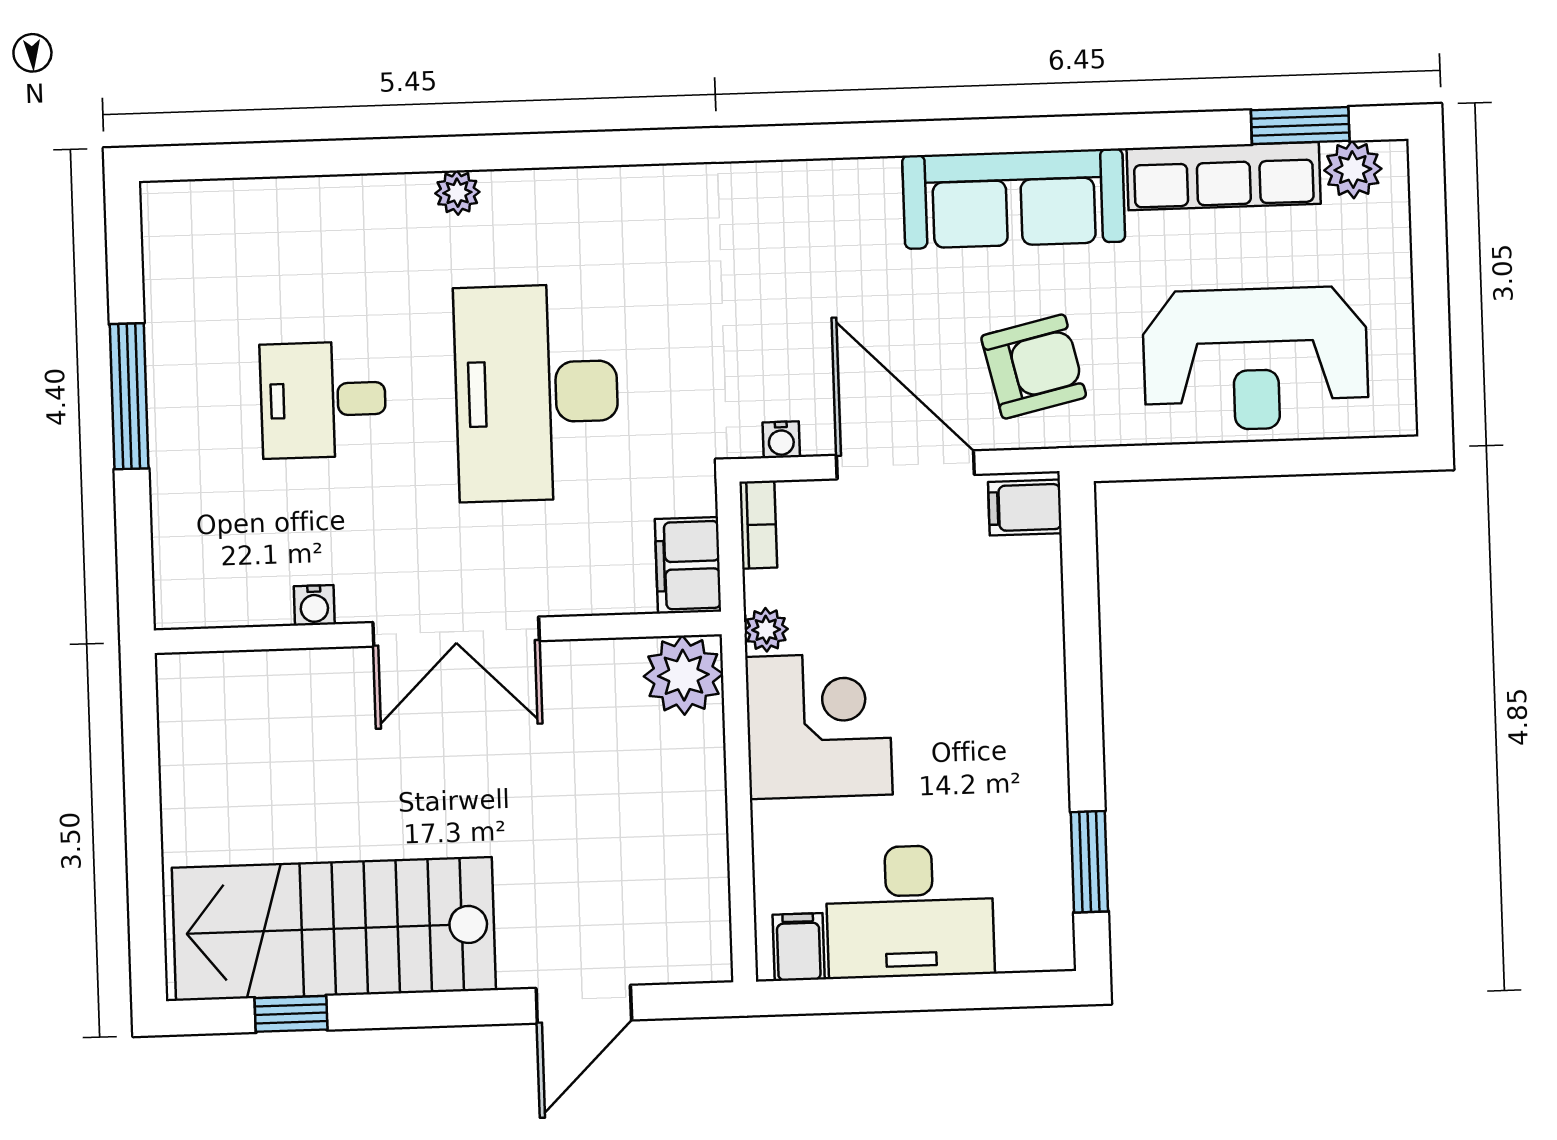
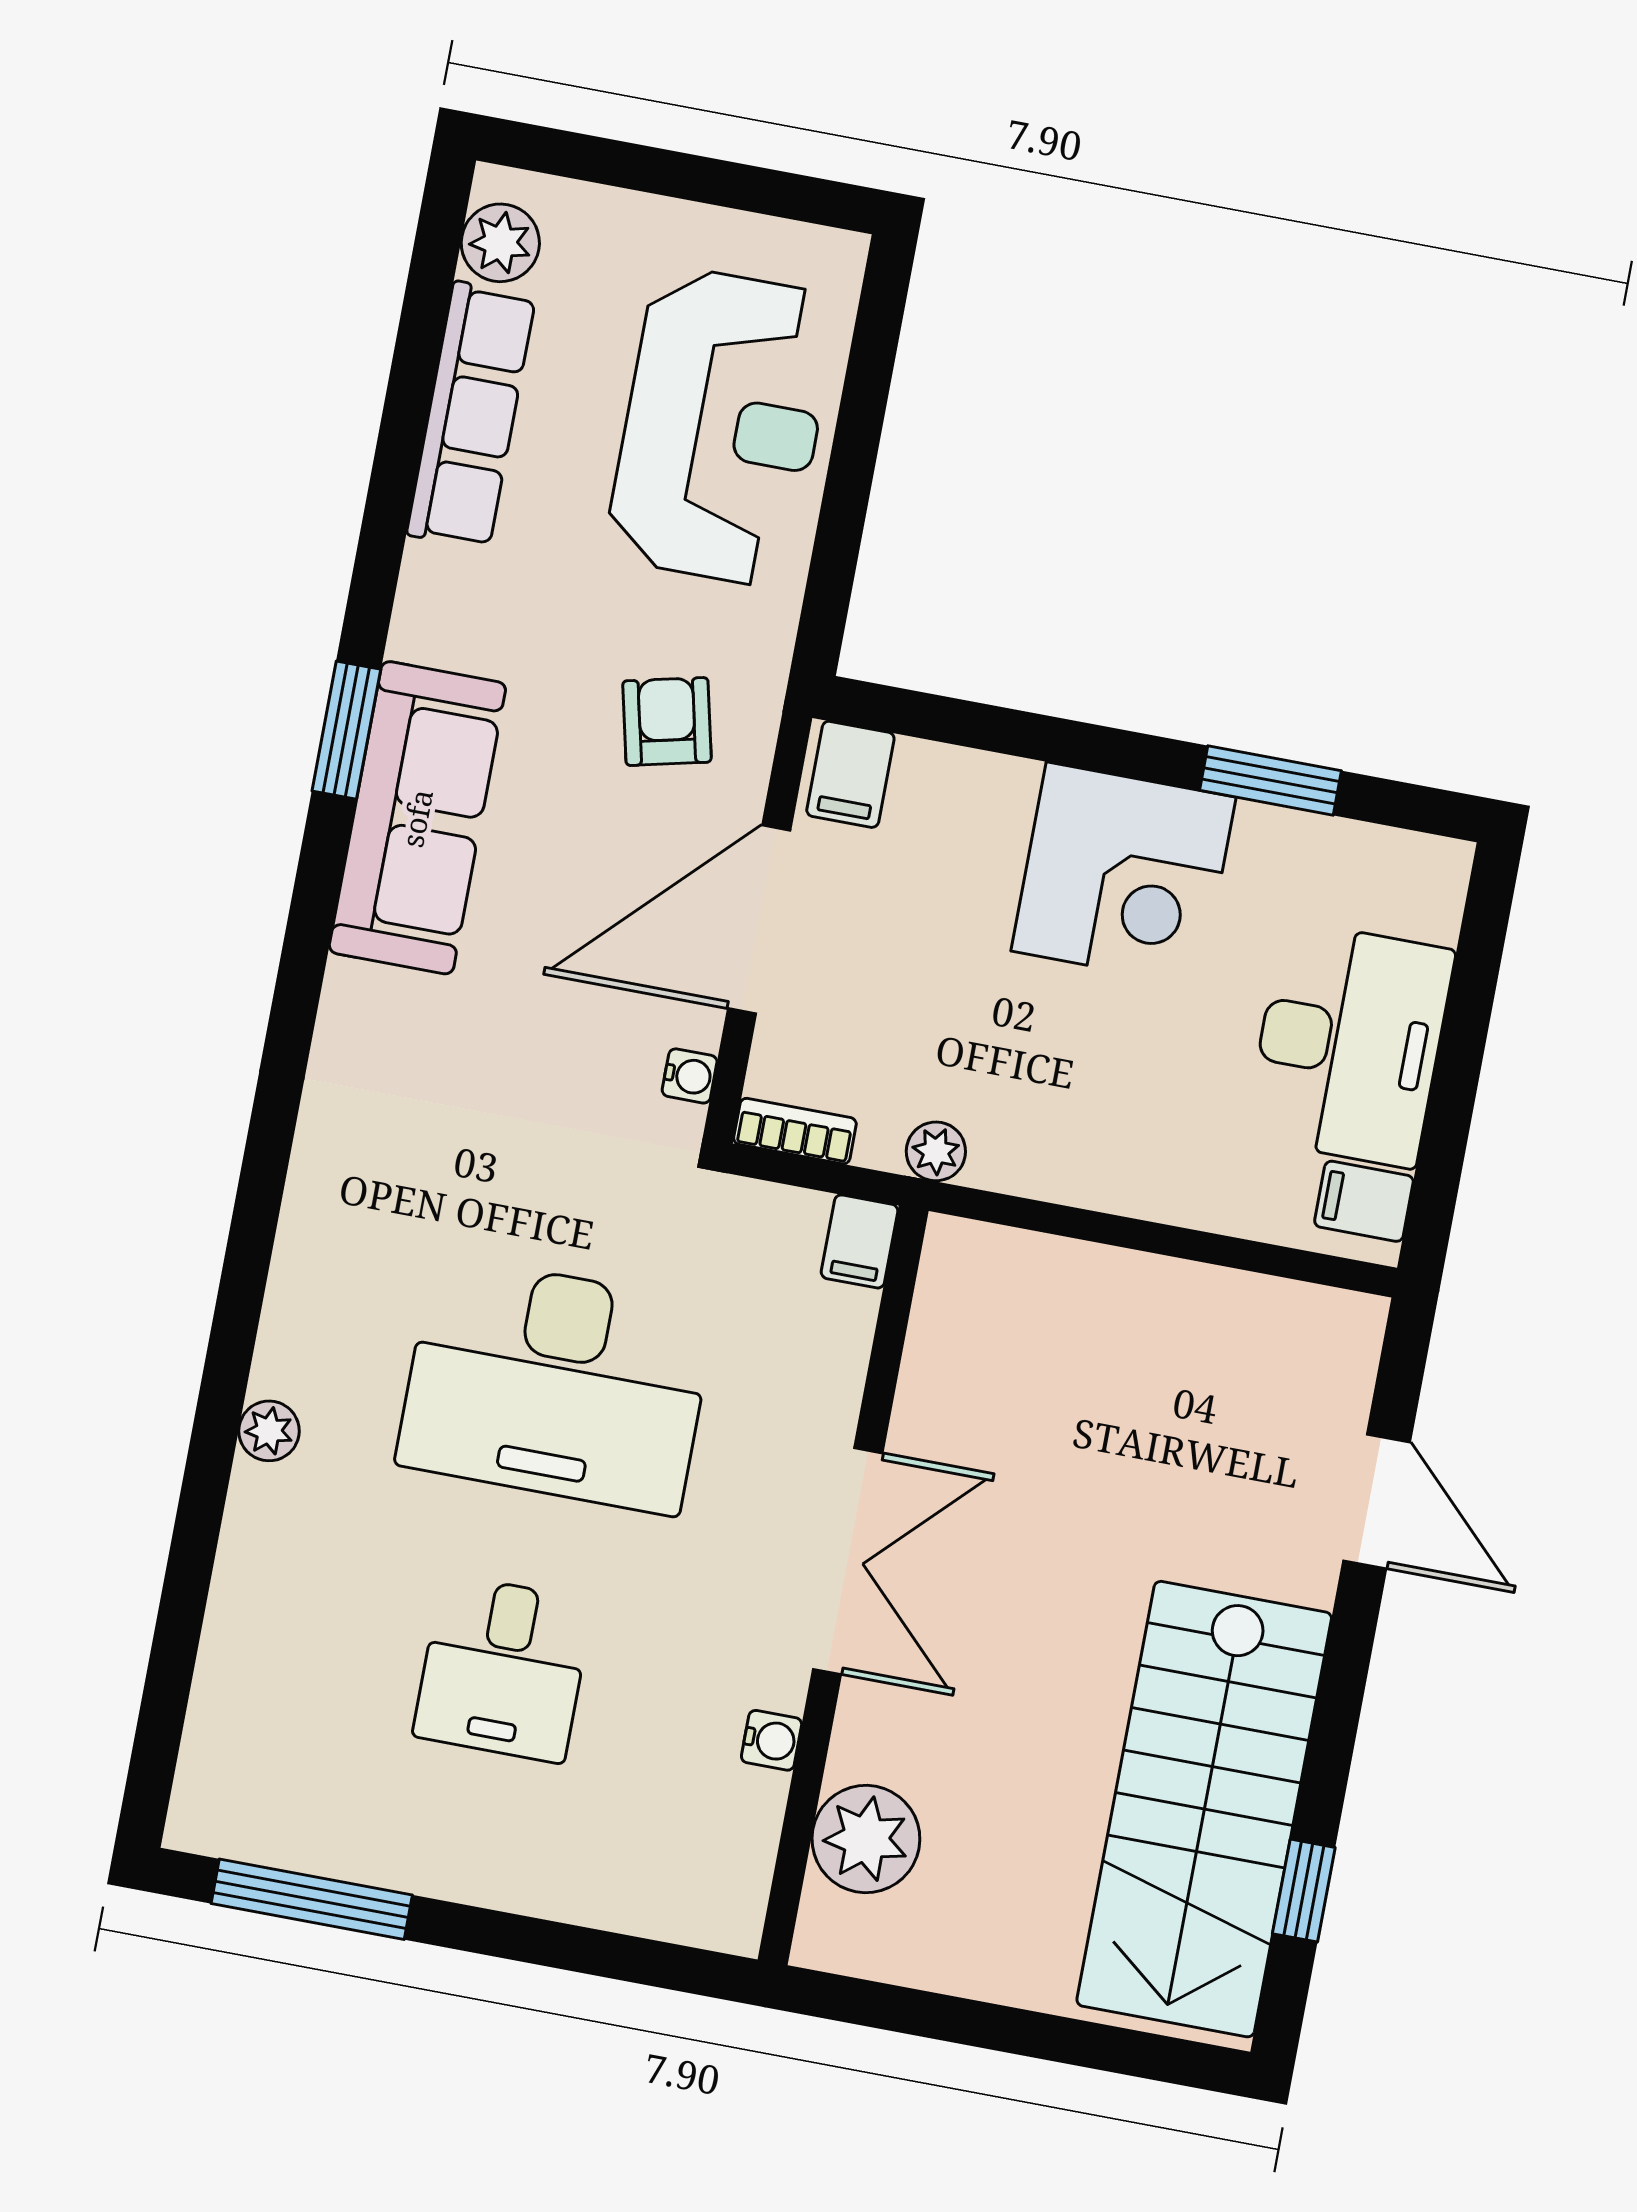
window: (1300, 126) -> (346, 730), moved
sofa: (1014, 199) -> (417, 818), moved
armchair: (1034, 367) -> (667, 722), width x0.72, depth x0.72
window: (129, 396) -> (312, 1899), moved
filing cabinet: (688, 565) -> (860, 1241), width x0.50
plant: (683, 675) -> (866, 1839), moved
corner desk: (819, 726) -> (1123, 874), moved, turned 180
window: (1089, 862) -> (1270, 780), moved

